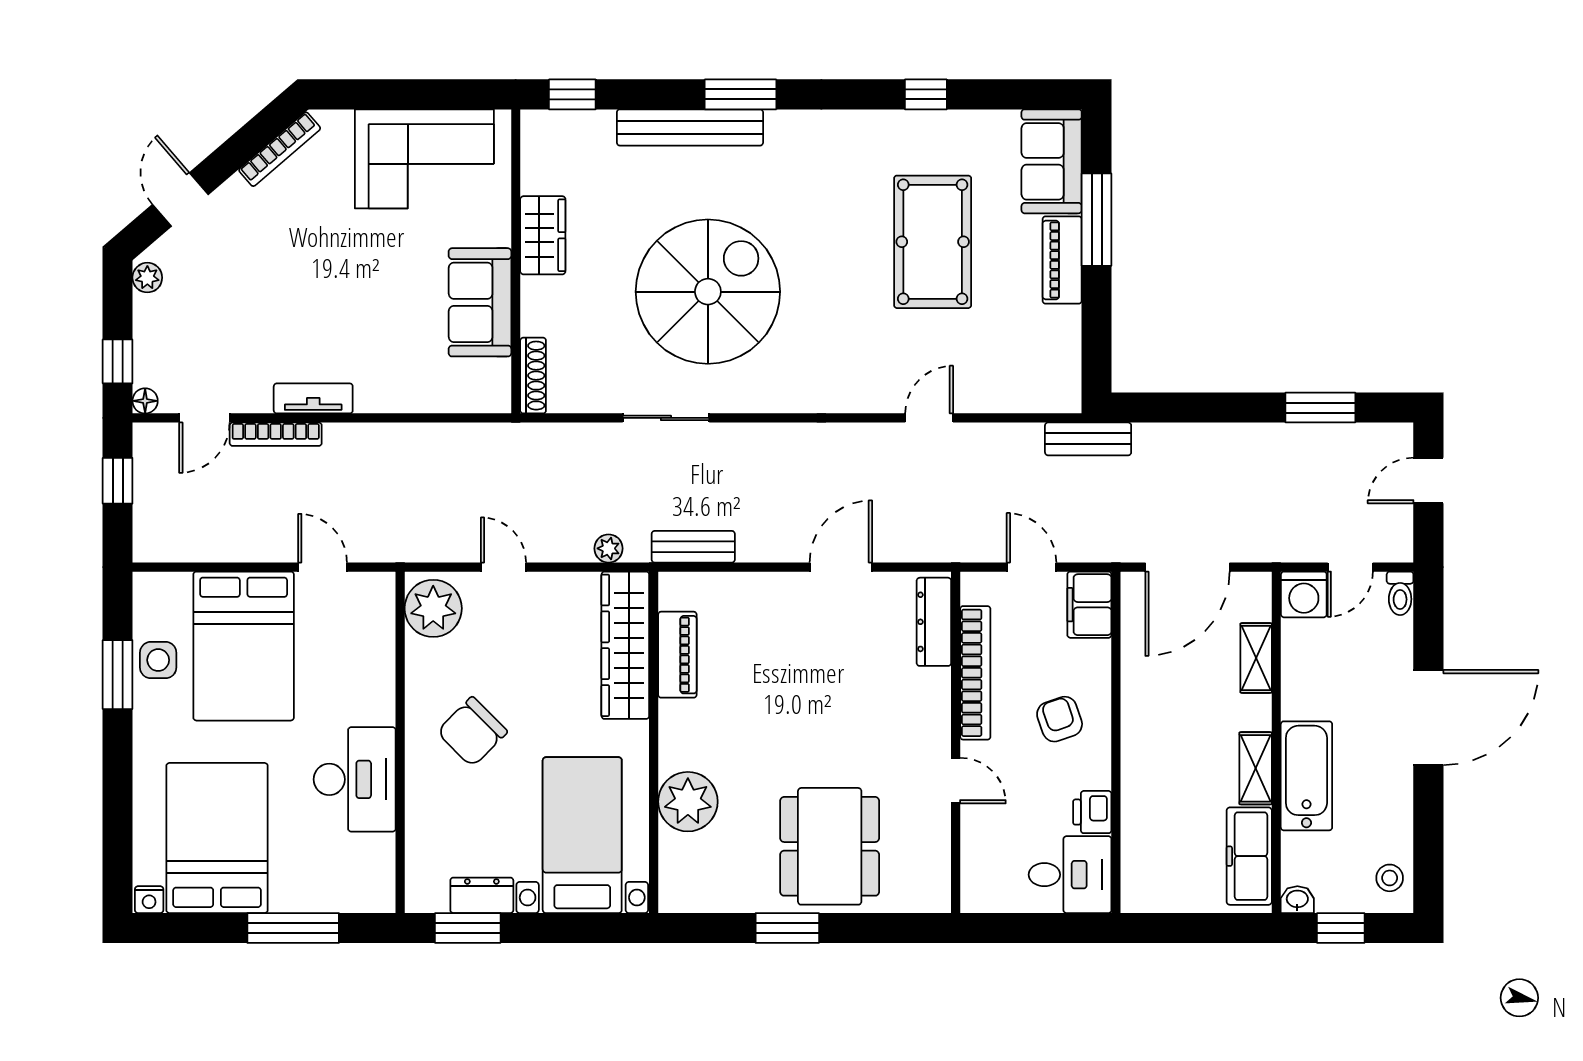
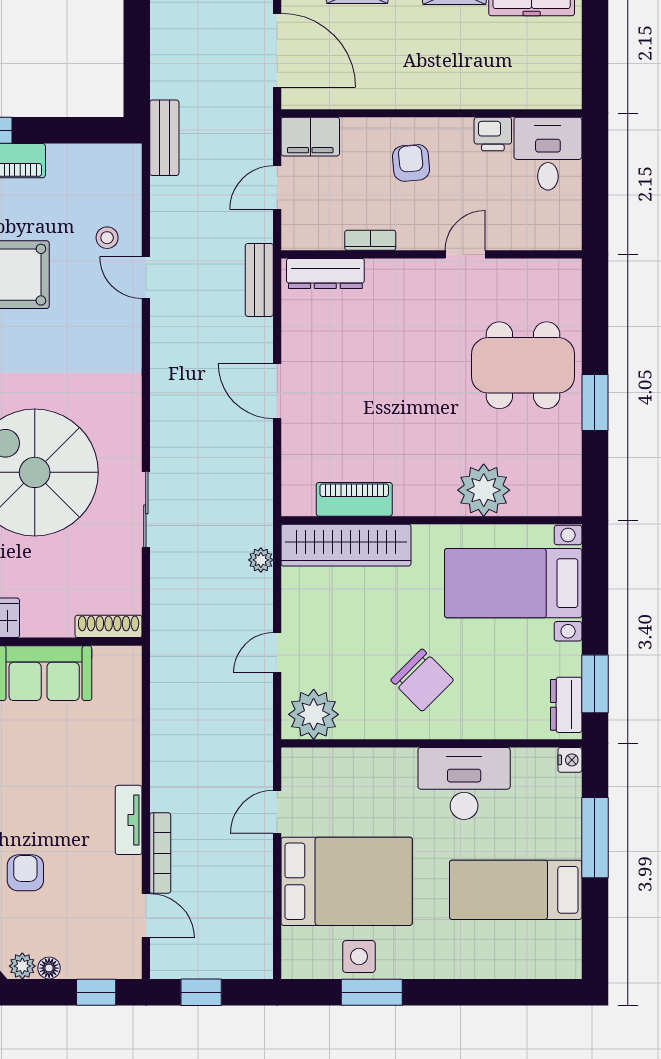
armchair: (253, 281) -> (25, 873), added
stool: (975, 374) -> (107, 238), added
floor lamp: (145, 401) -> (49, 968), moved
bench: (693, 547) -> (259, 280), moved
door: (841, 567) -> (277, 391), moved
bookcase: (975, 673) -> (370, 240), width x0.43, depth x0.76
armchair: (1060, 719) -> (411, 163), turned 104
bed: (217, 838) -> (516, 890), width x0.67
dresser: (482, 895) -> (566, 705), moved
nightstand: (149, 900) -> (570, 760), moved

